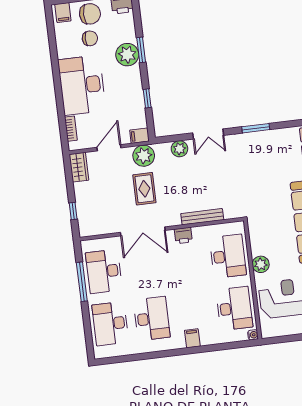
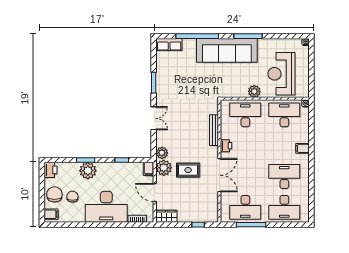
plant: (179, 149) -> (162, 153), moved

